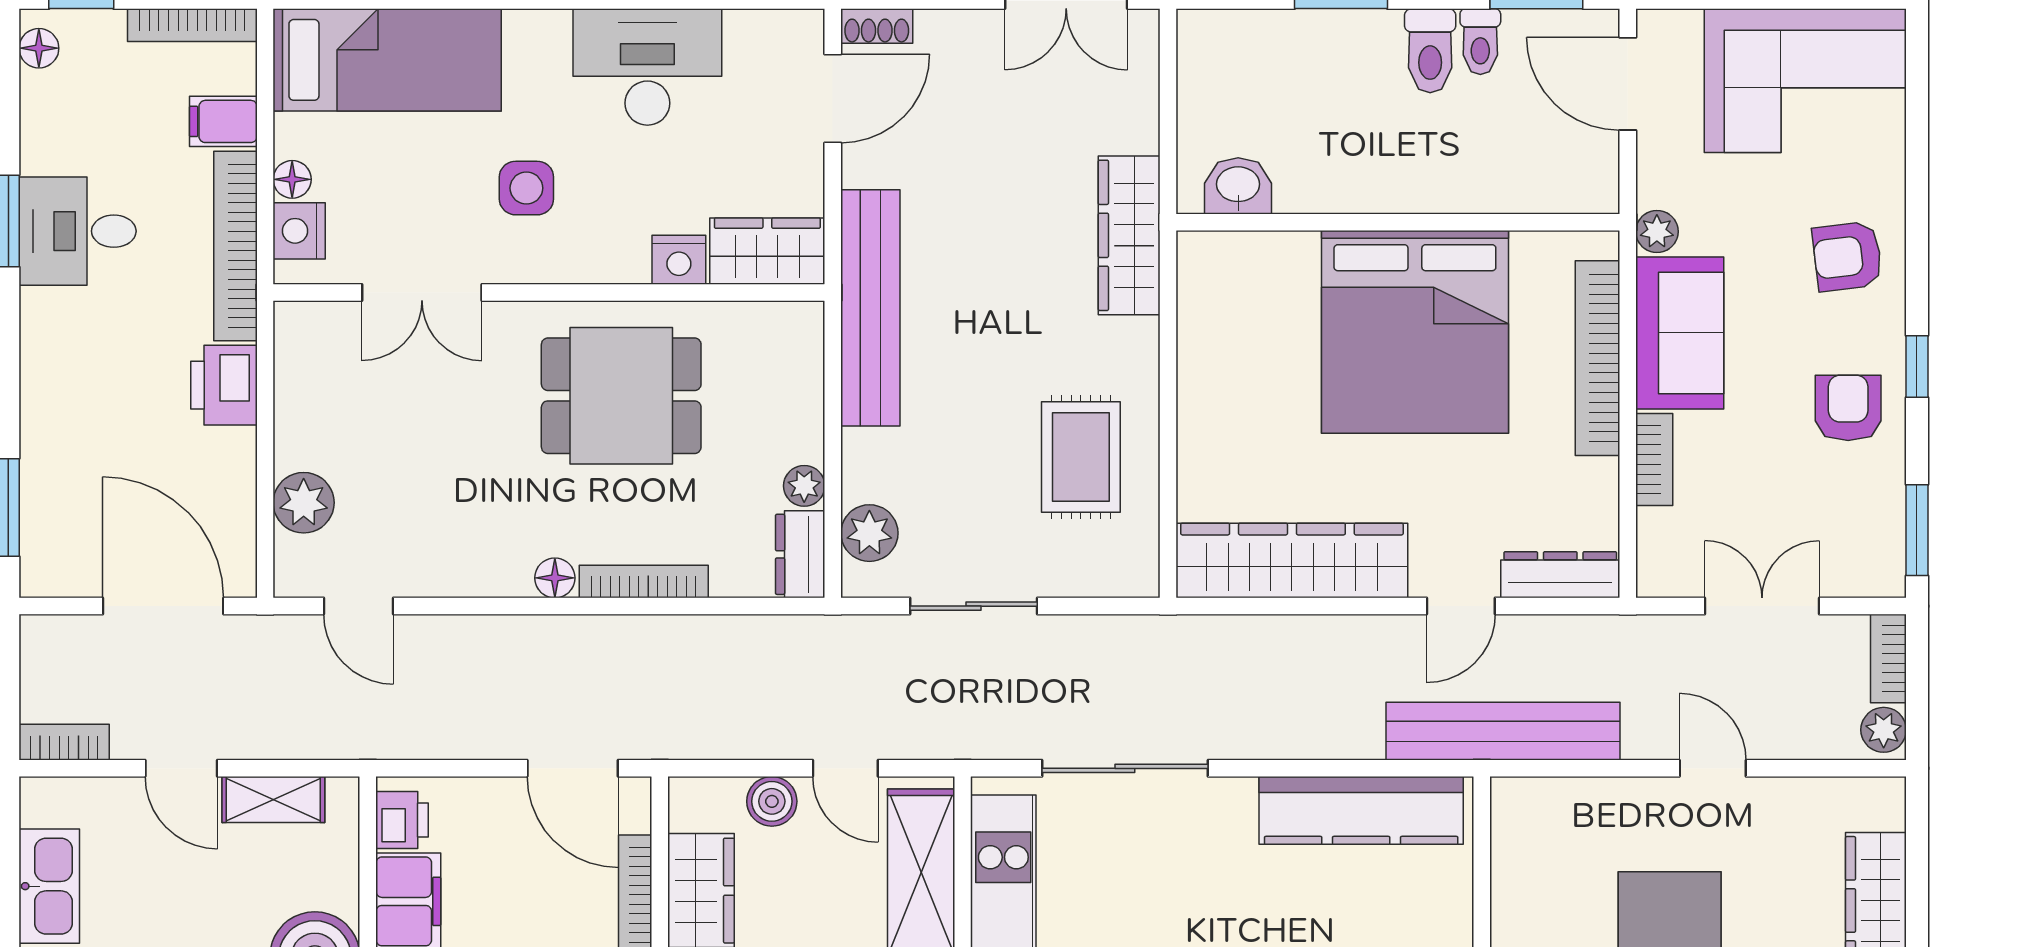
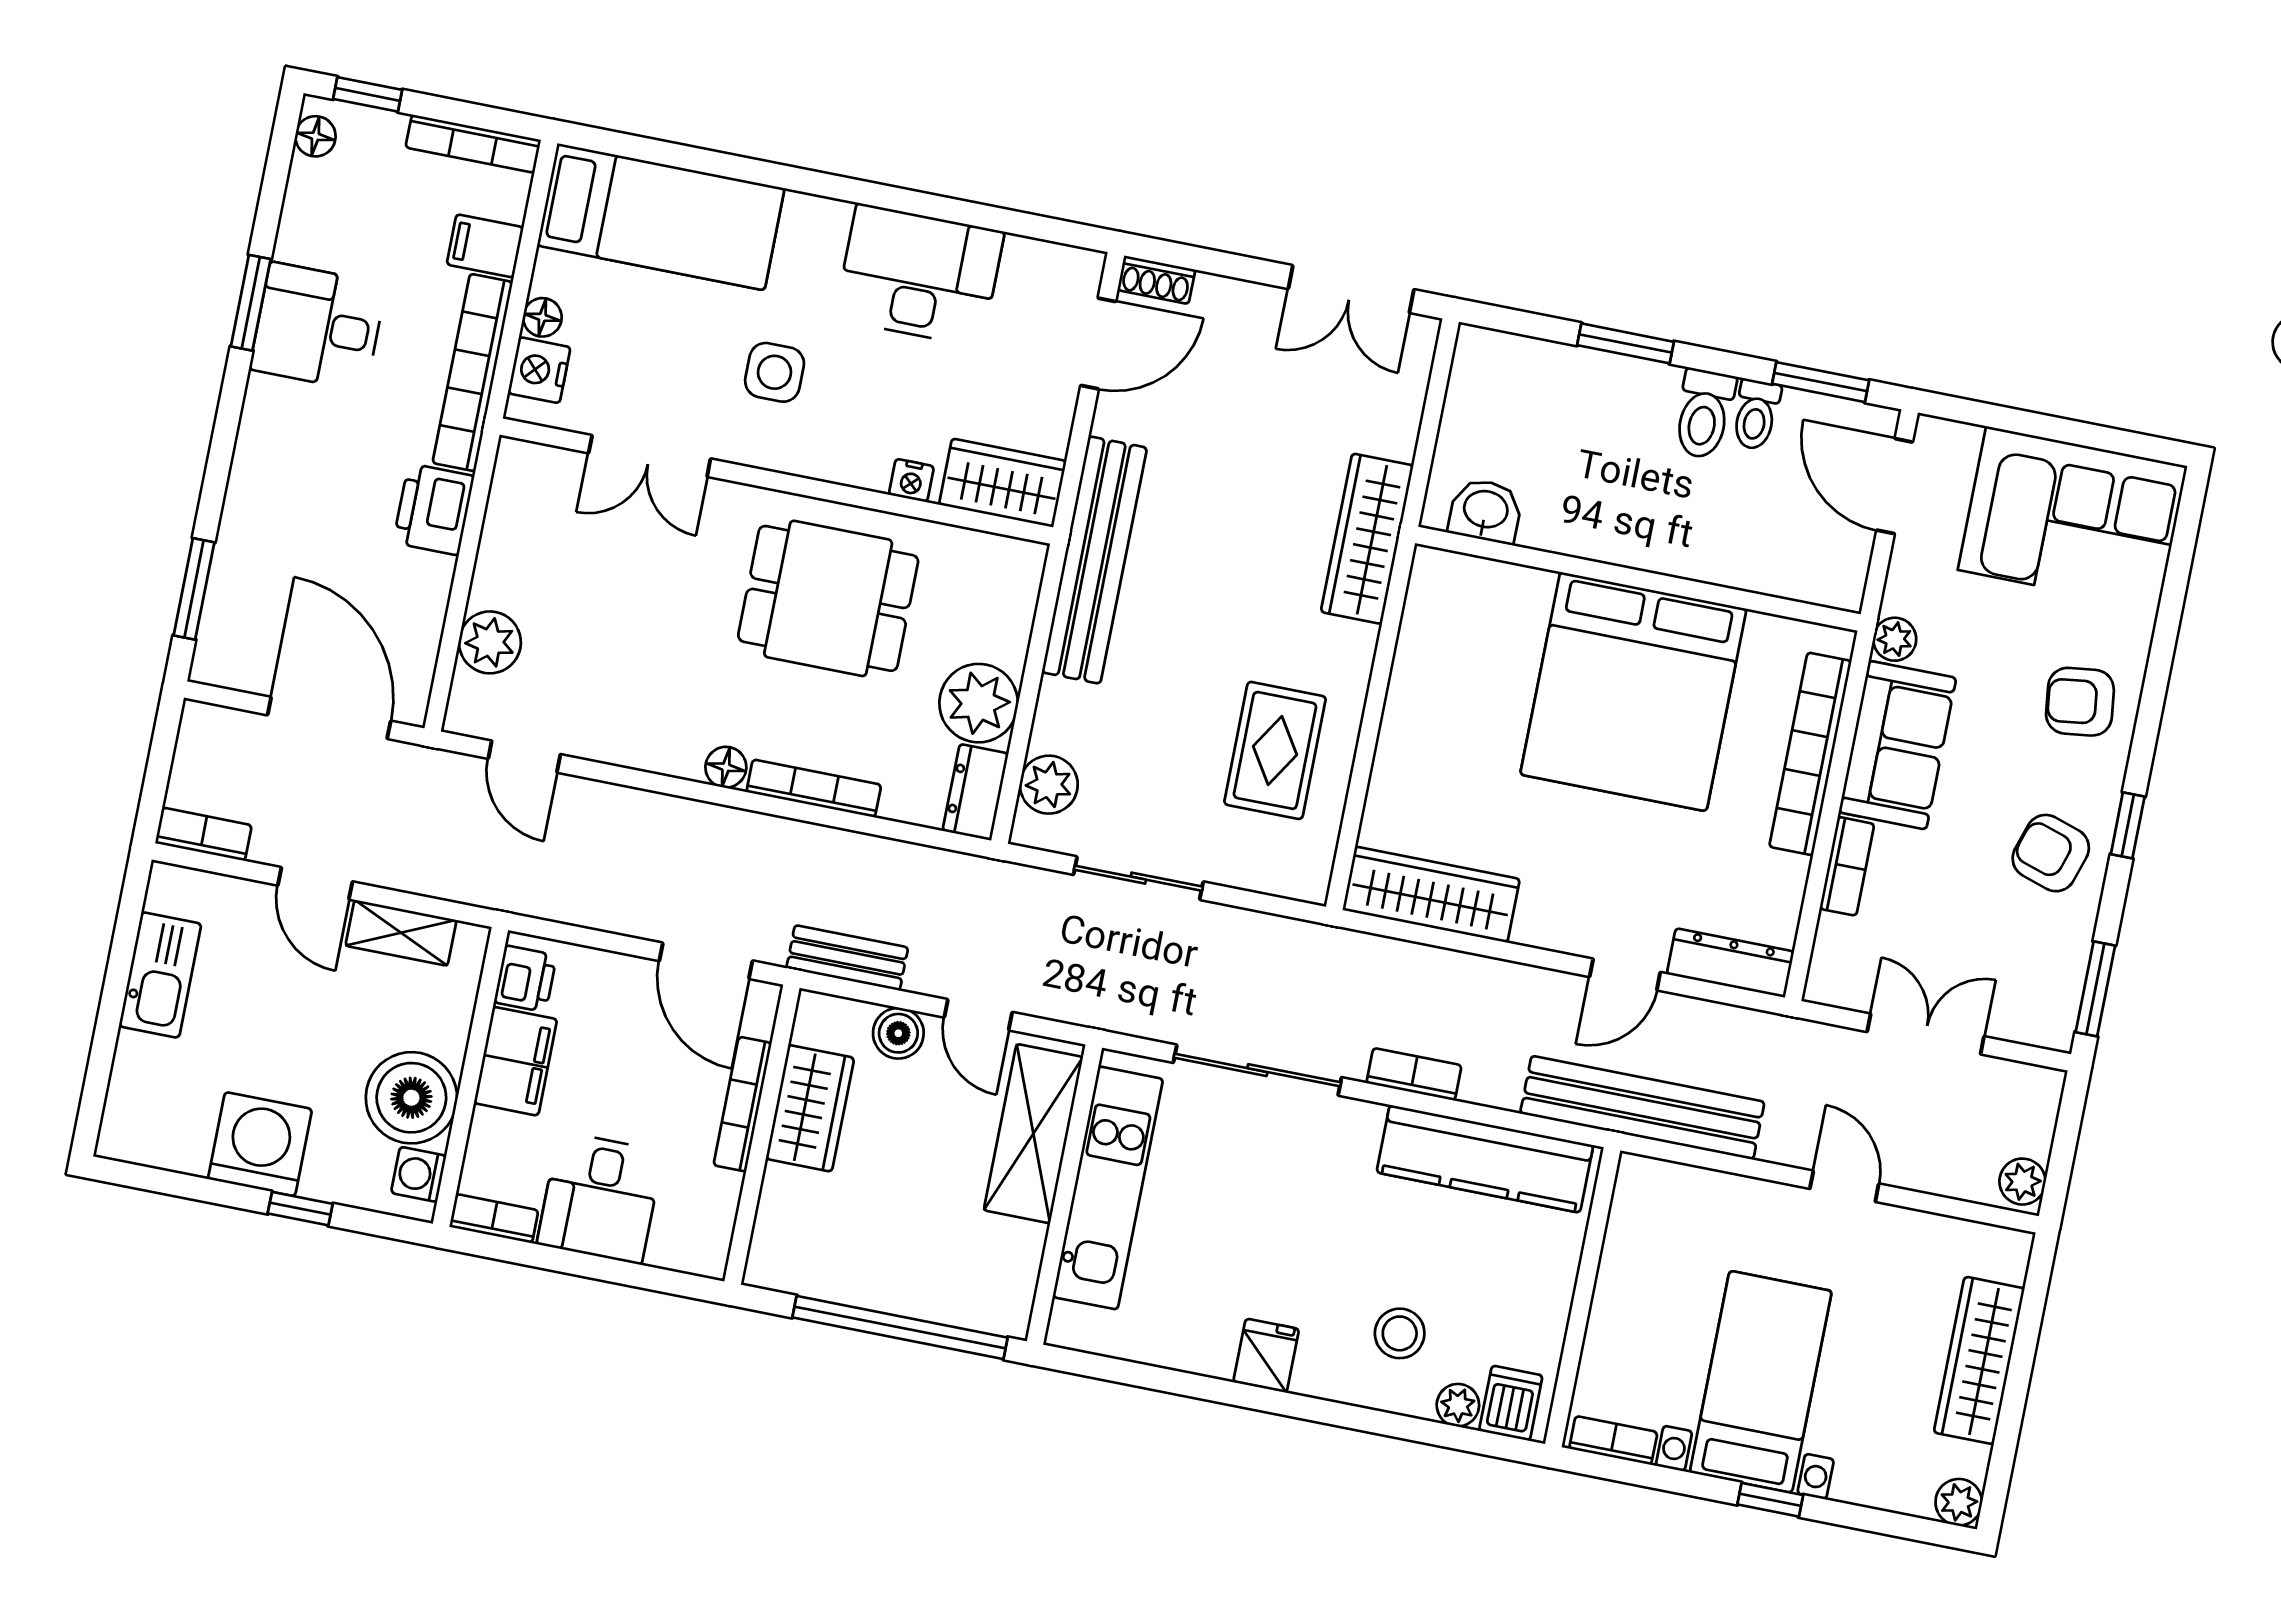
nightstand: (679, 260) -> (911, 481), width x0.72, depth x0.74
armchair: (1848, 408) -> (2051, 853), turned -72
plant: (804, 486) -> (979, 703), width x1.88, depth x1.88
wardrobe: (1292, 561) -> (1431, 895), width x0.71, depth x0.85
bookcase: (1888, 659) -> (1414, 1074), moved, turned 90
bench: (708, 739) -> (847, 958), added

